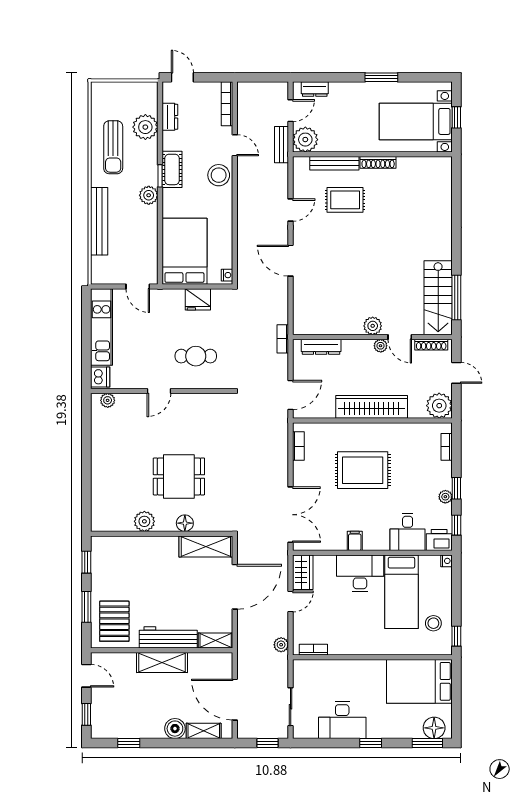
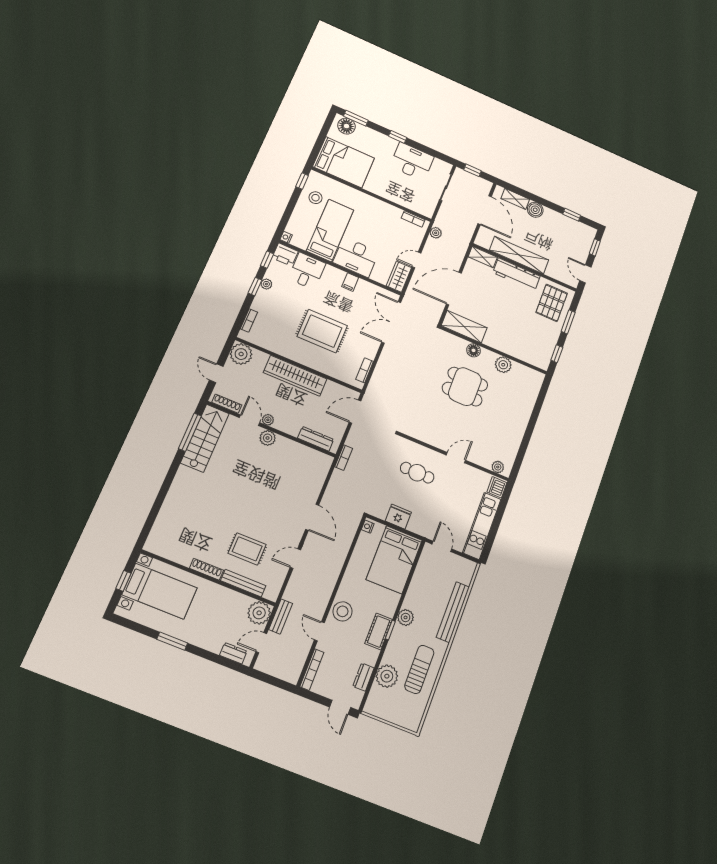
shelving: (162, 663) -> (519, 255), width x1.47

